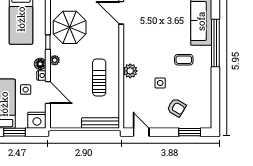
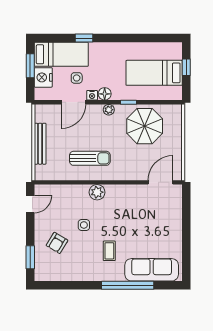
nightstand: (37, 120) -> (43, 77), moved
bench: (100, 123) -> (40, 144), moved

